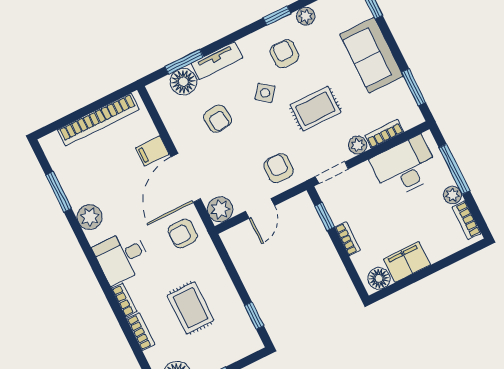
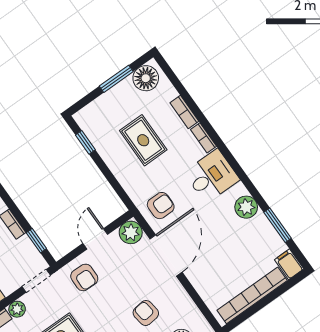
filing cabinet: (152, 151) -> (289, 264), moved, turned -90

